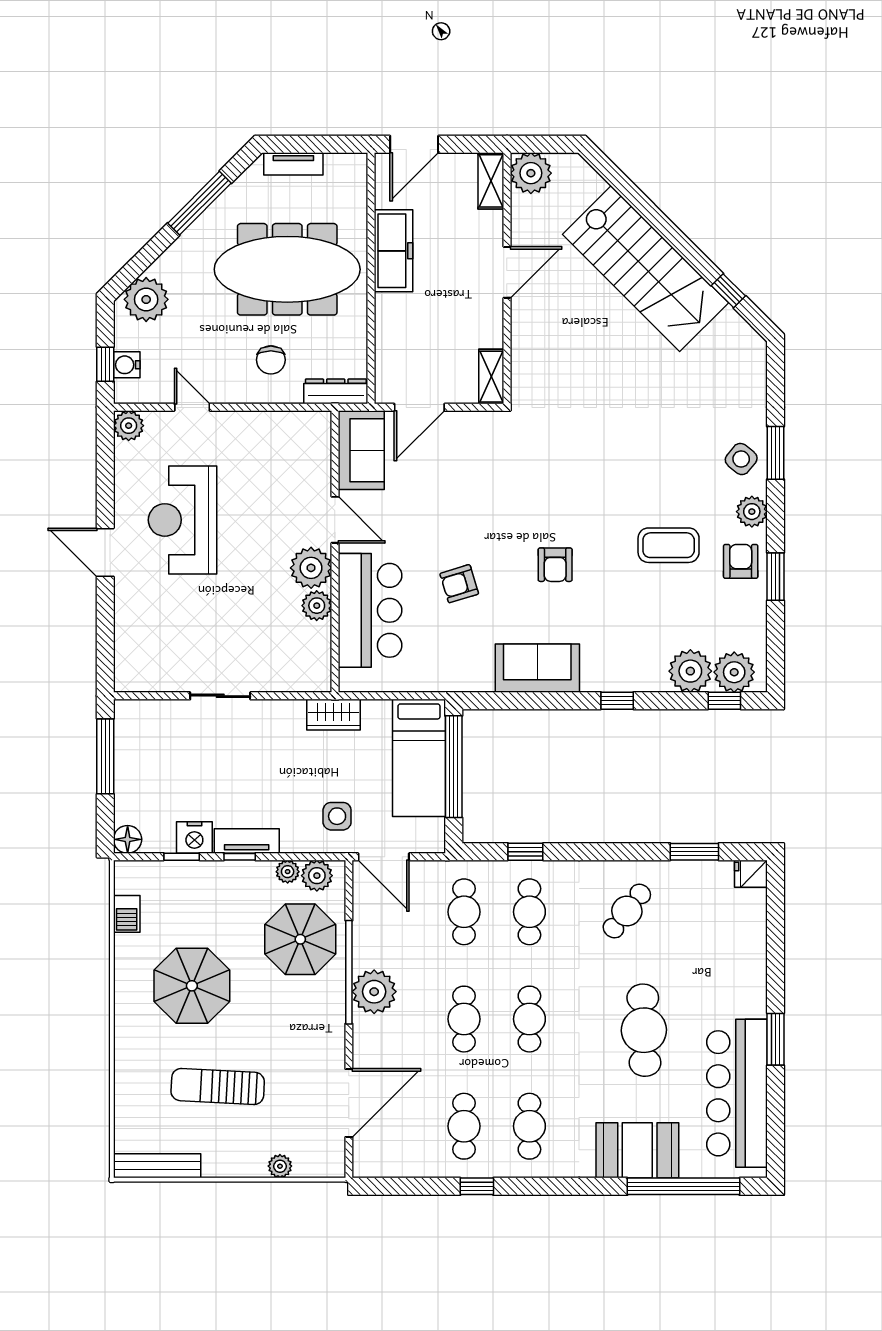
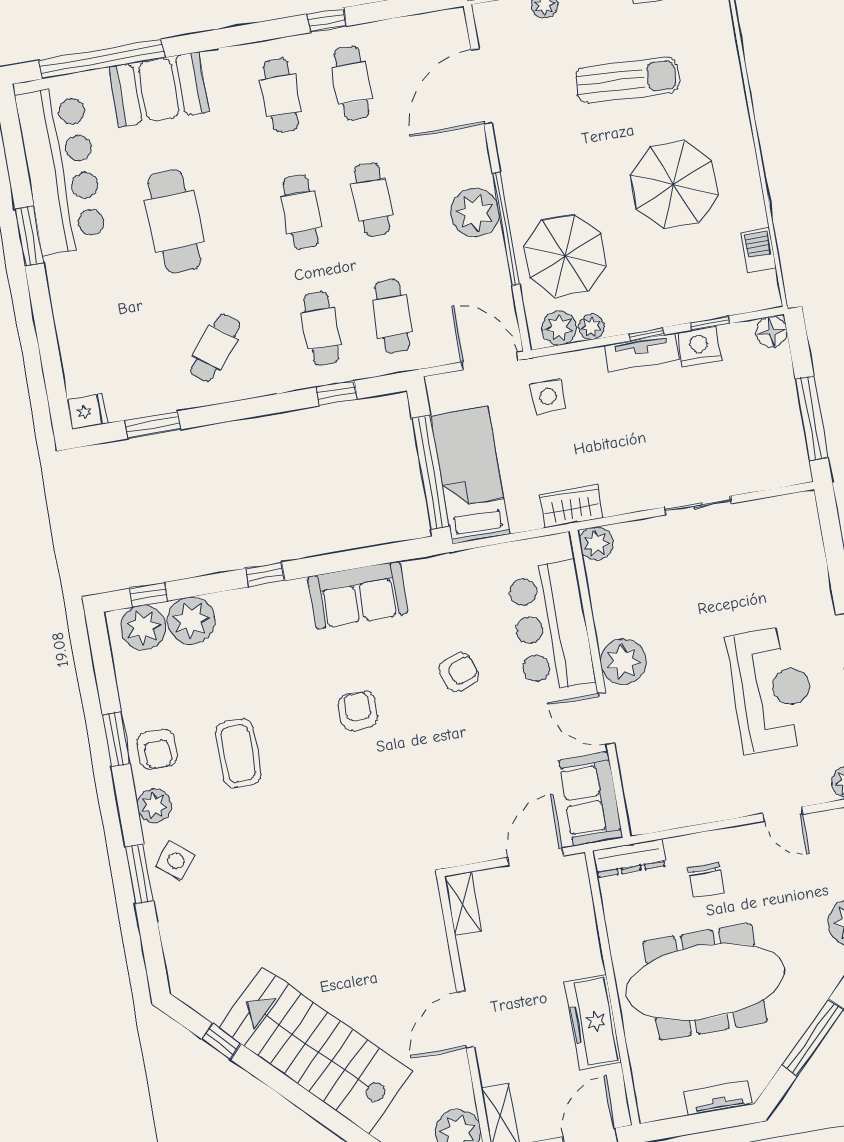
chair: (271, 360) -> (706, 880), turned 180
coffee table: (669, 545) -> (238, 753), turned 90
plant: (317, 606) -> (596, 543), moved

